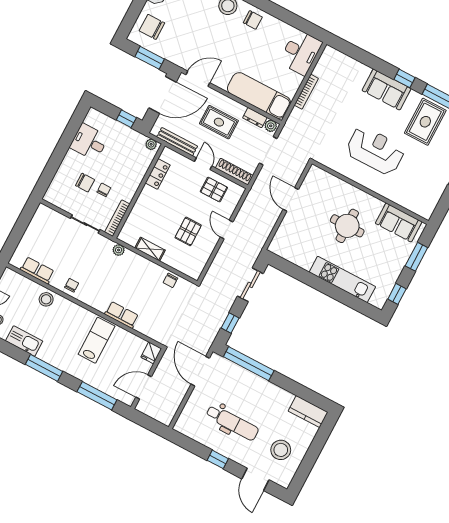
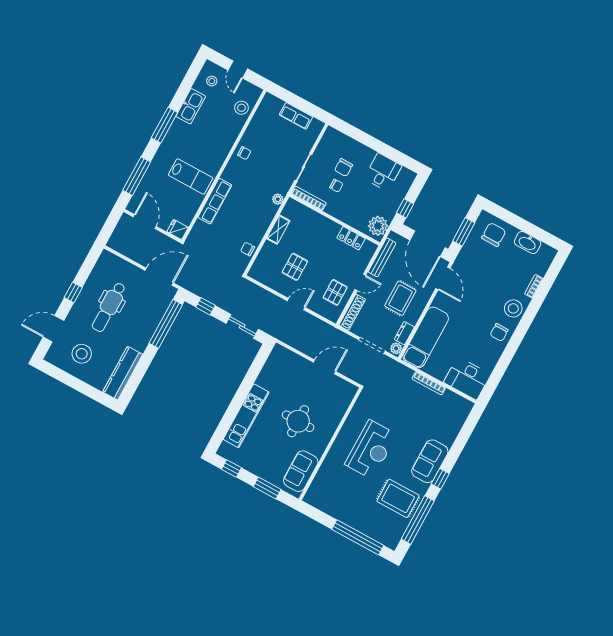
plant: (151, 144) -> (378, 226), width x1.88, depth x1.88
pallet: (188, 231) -> (295, 267), turned 90
row of seats: (37, 270) -> (296, 116), moved, turned 90
stool: (46, 299) -> (241, 108), moved
row of seats: (122, 315) -> (215, 201), width x1.48
kitchen counter: (308, 412) -> (123, 373), width x1.50

